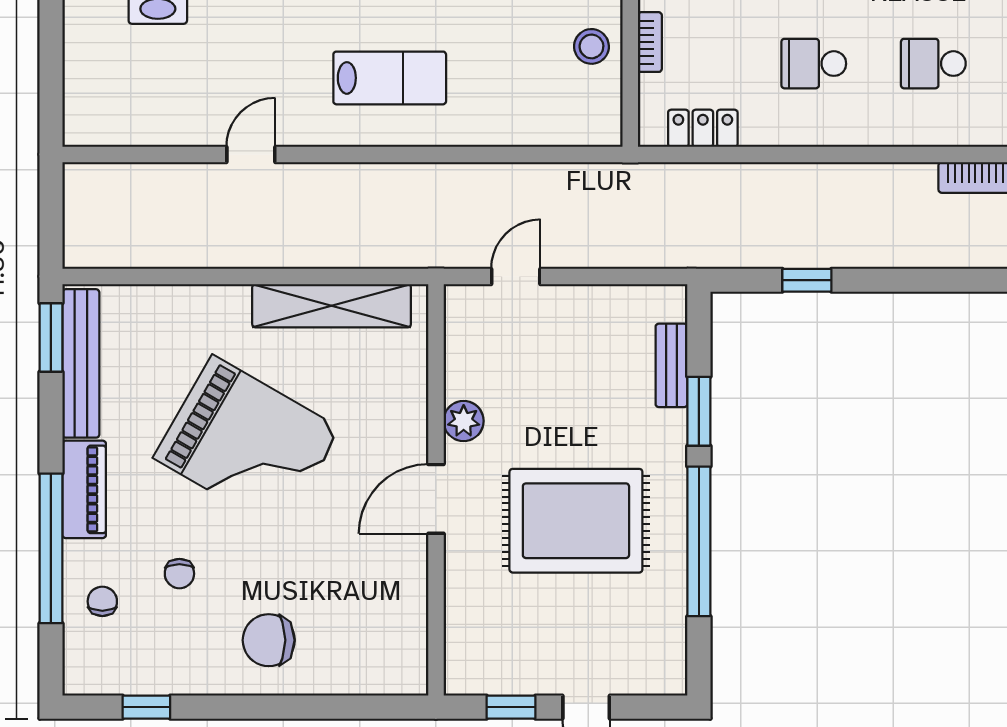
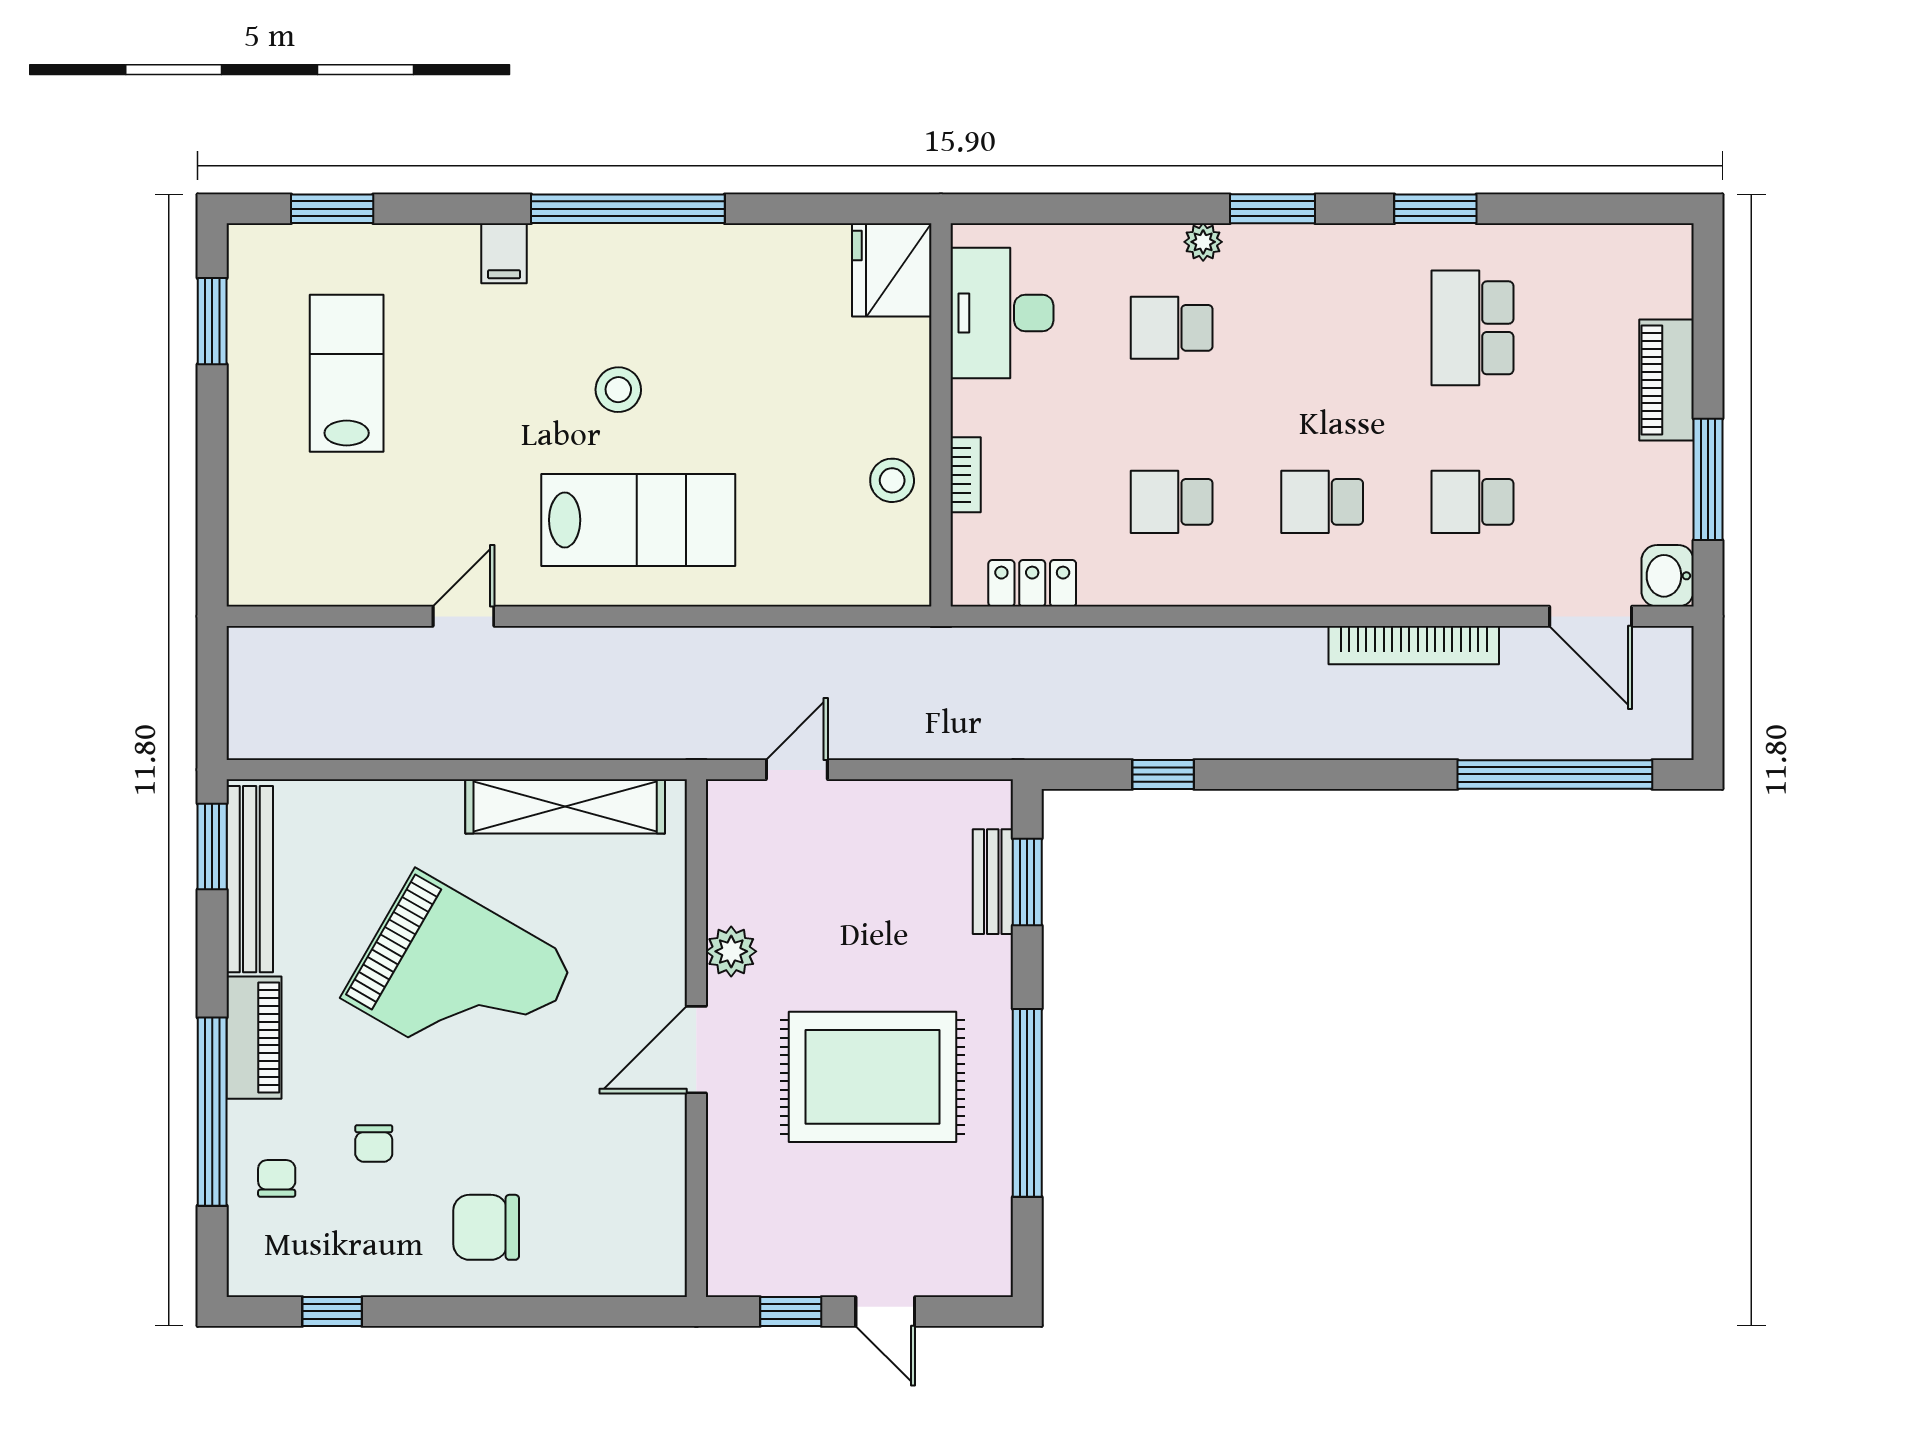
lab bench: (390, 78) -> (638, 520), width x1.36, depth x1.39
window: (699, 411) -> (1027, 882), moved

